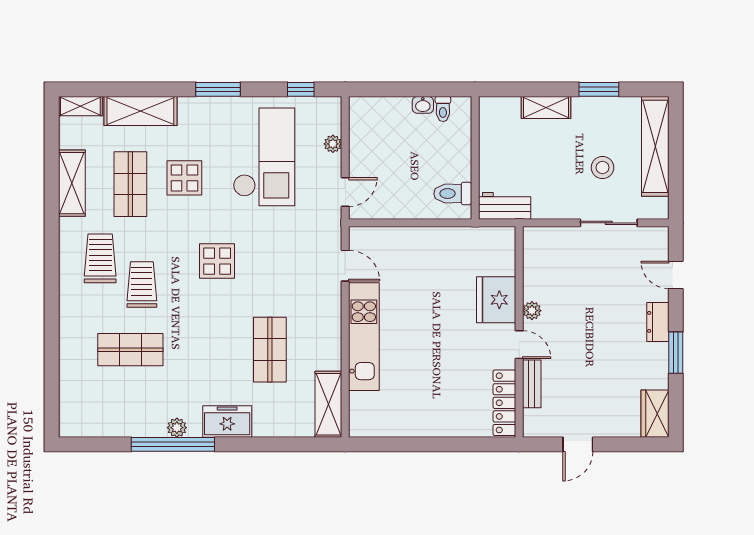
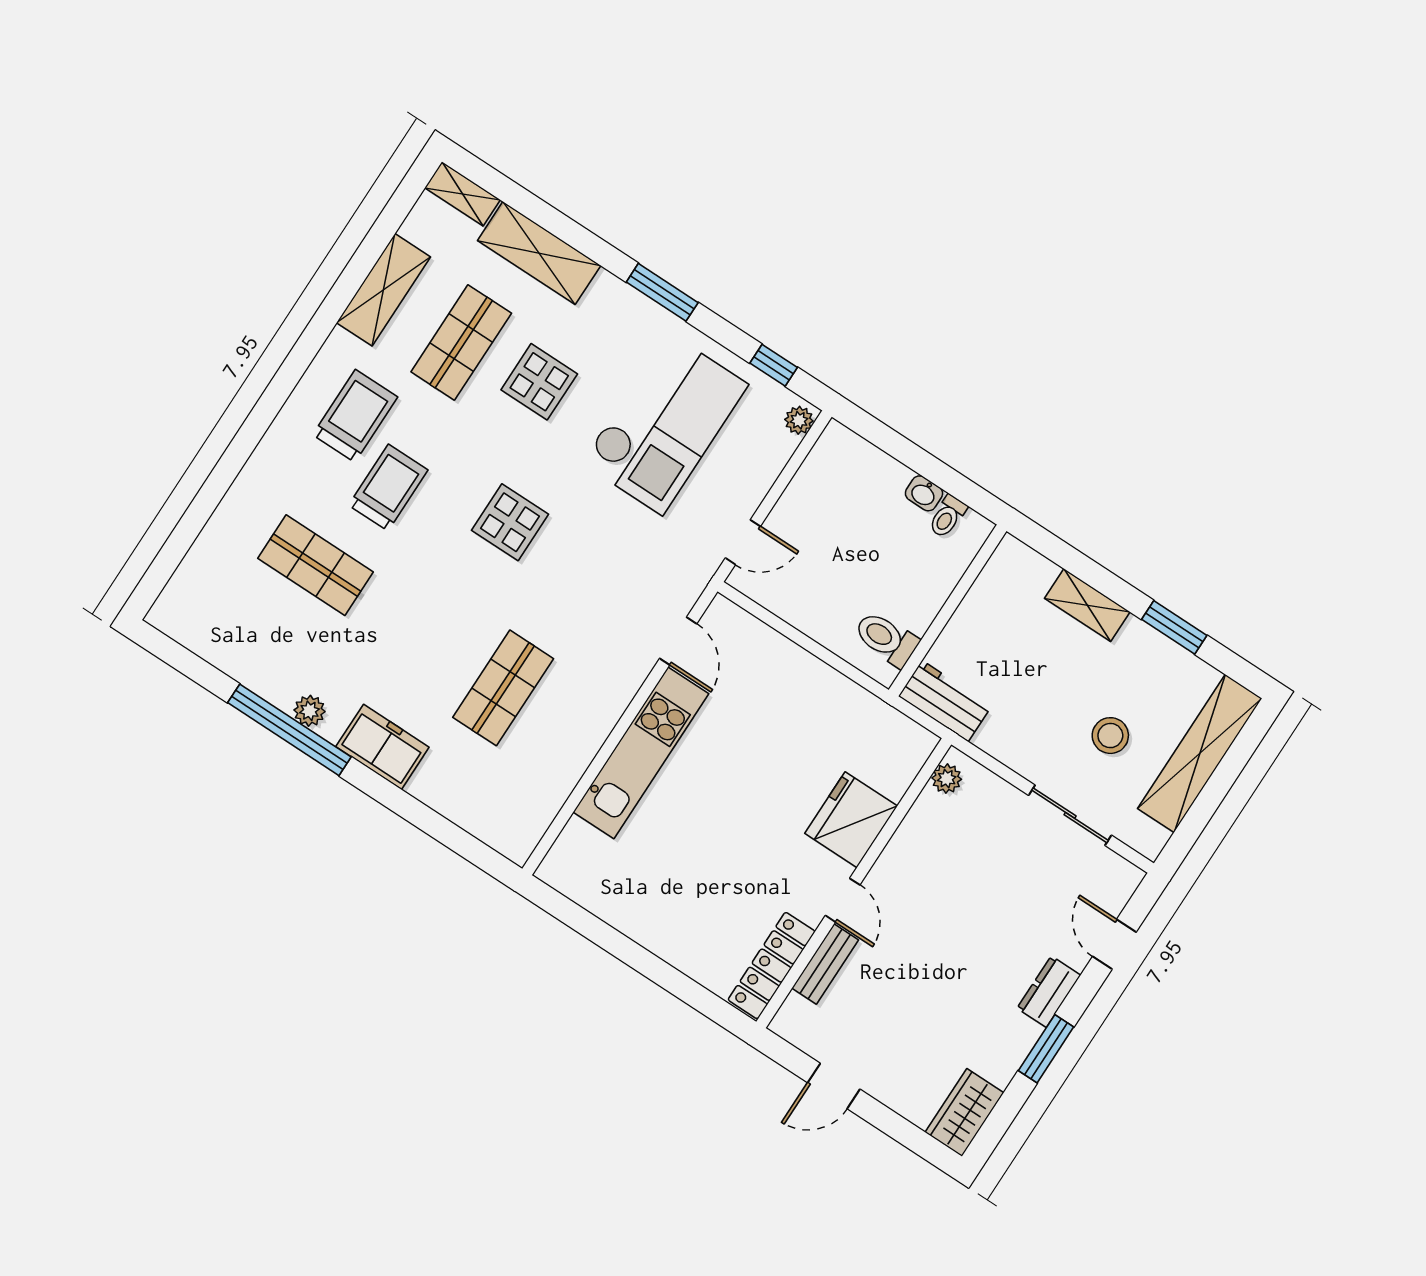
plant: (333, 144) -> (799, 420), moved
plant: (532, 311) -> (947, 779), moved
shelving: (328, 404) -> (534, 813), removed

